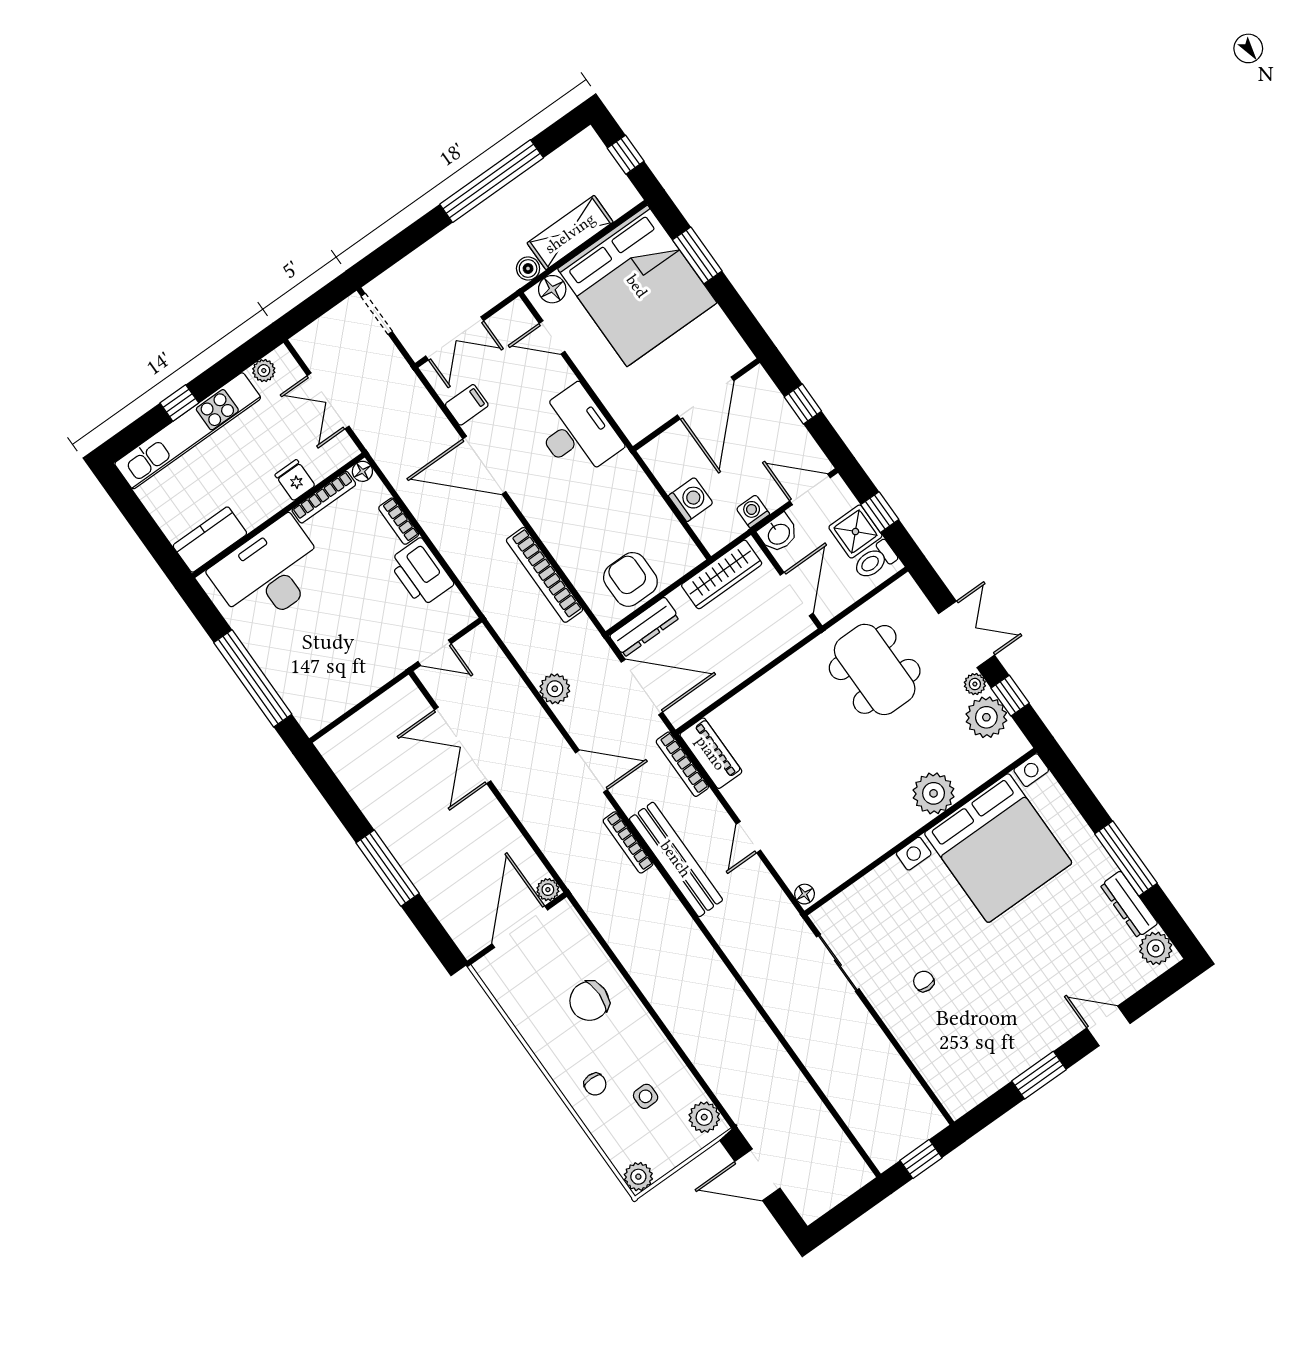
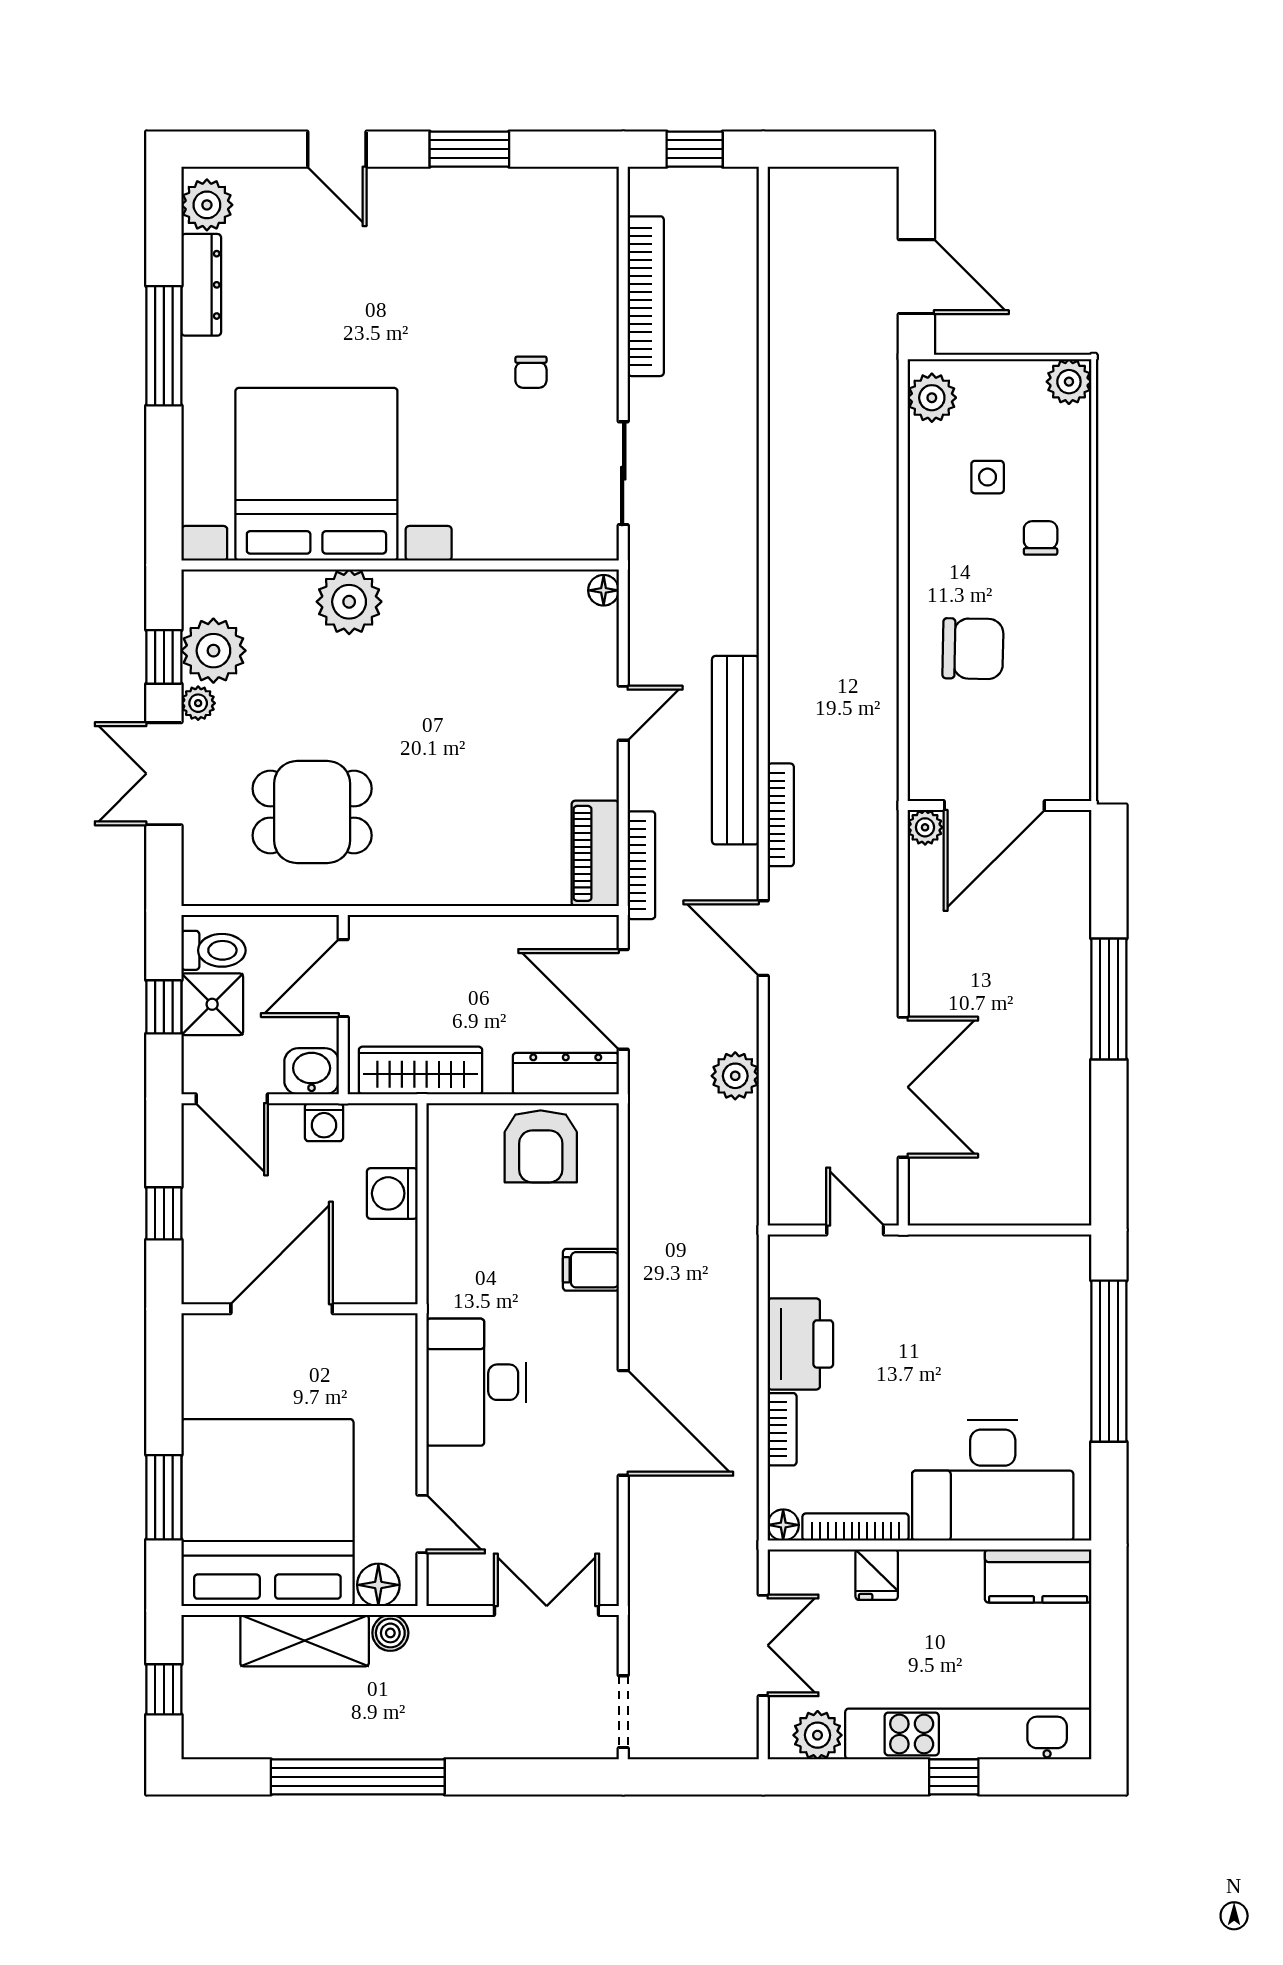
plant: (264, 371) -> (818, 1735), width x1.38, depth x1.38
filing cabinet: (467, 405) -> (591, 1270), moved
bookcase: (544, 575) -> (646, 296), moved
dining table: (875, 669) -> (312, 812), width x0.73

